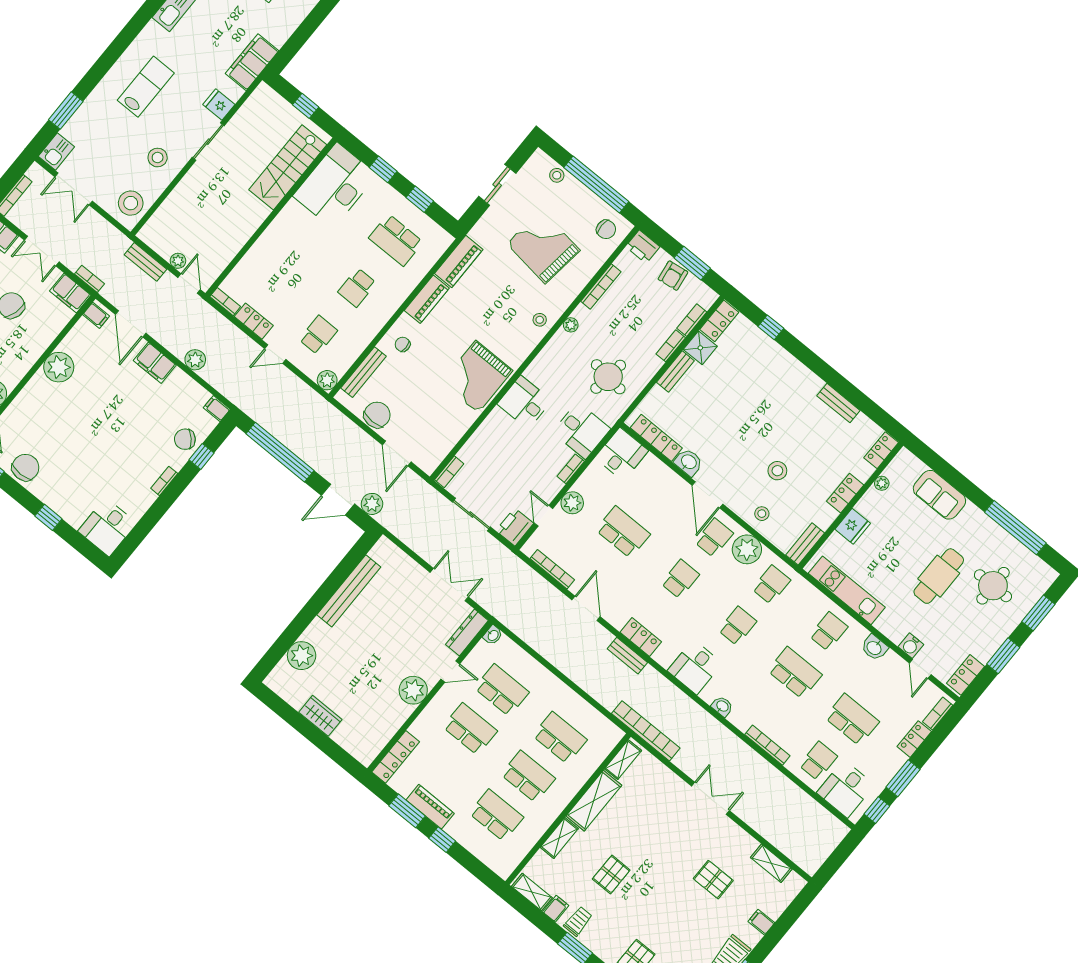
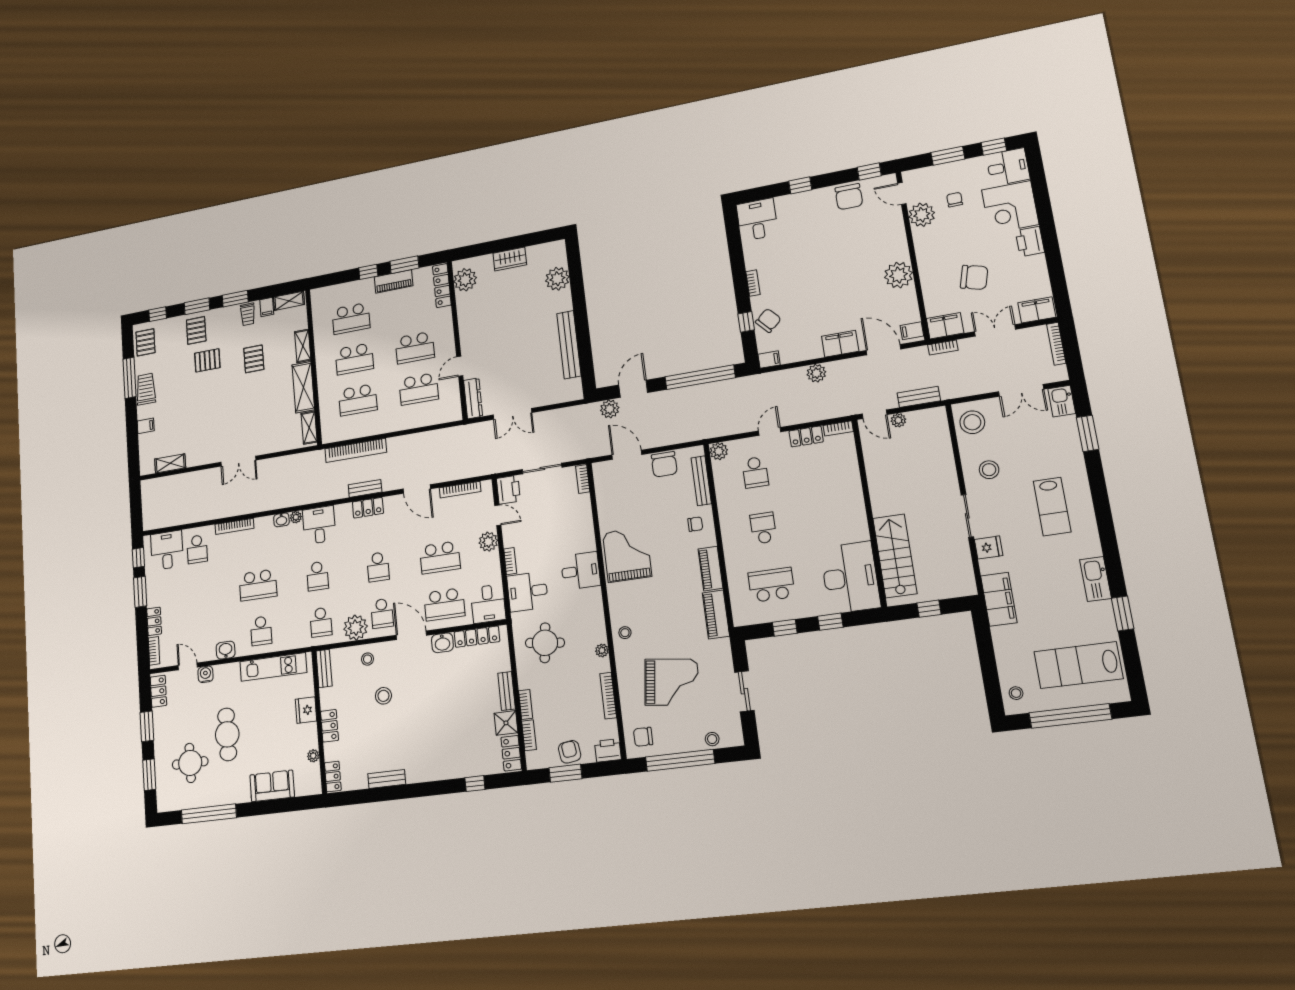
double door: (74, 189) -> (1021, 390), swing flipped
washbasin: (493, 635) -> (456, 414), removed
plant: (413, 690) -> (465, 280), moved
plant: (708, 695) -> (296, 517), added
school desk: (852, 720) -> (444, 604), moved
bookcase: (646, 731) -> (356, 450), moved
pallet: (713, 880) -> (207, 360), moved

